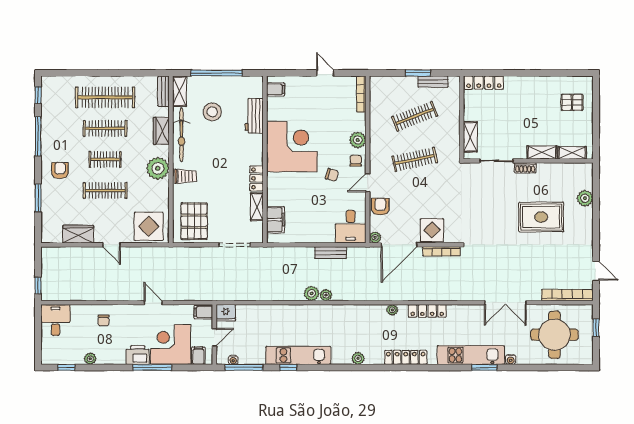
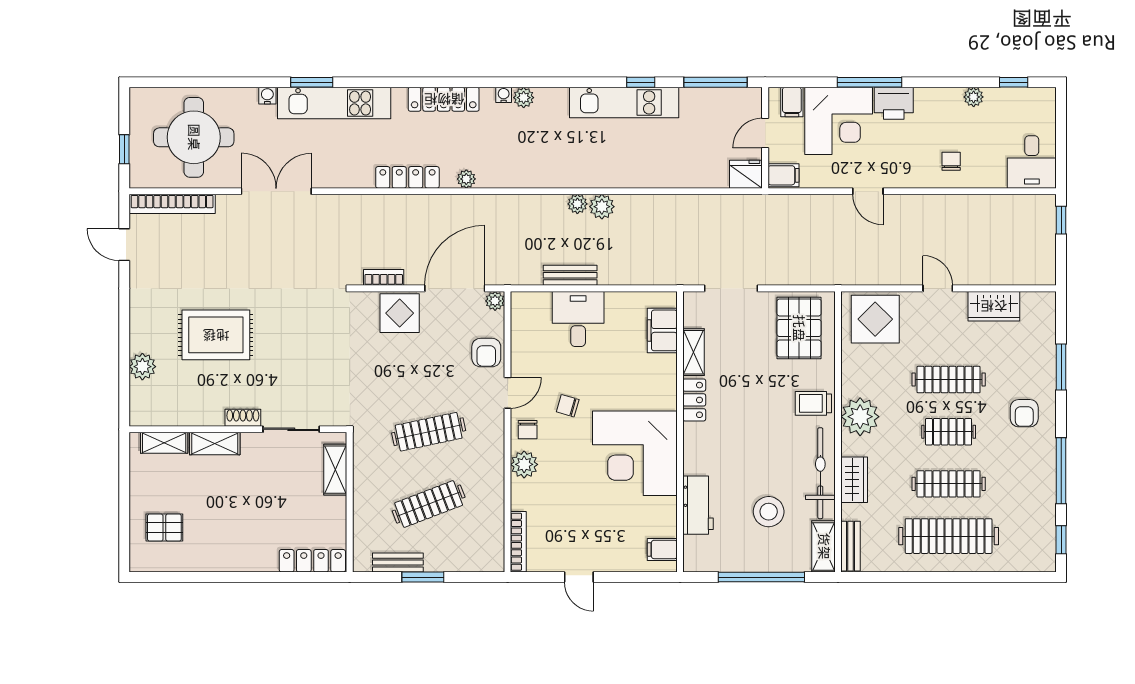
desk: (351, 227) -> (578, 319), moved
bookcase: (441, 251) -> (384, 277), width x0.64
water cooler: (233, 360) -> (504, 95), moved

